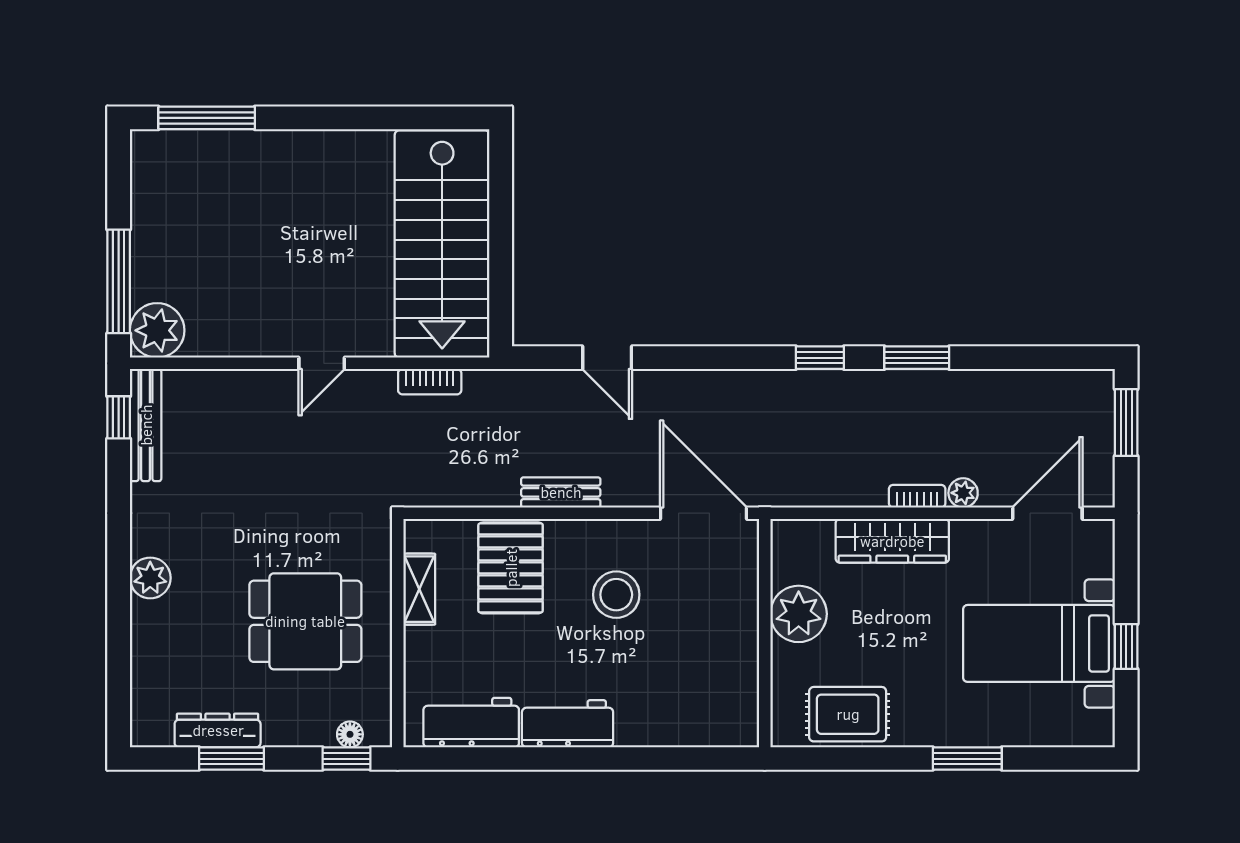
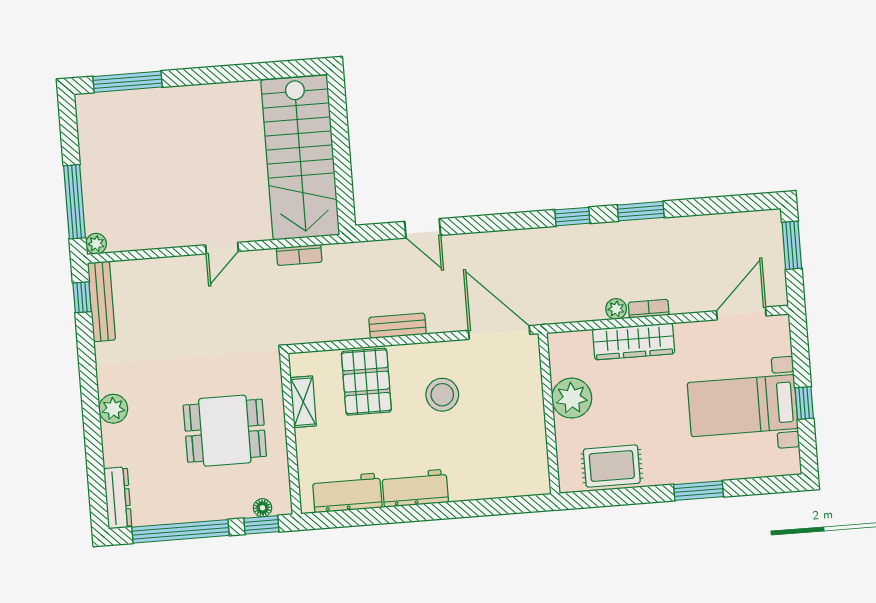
plant: (157, 330) -> (96, 244), width x0.53, depth x0.53
plant: (963, 493) -> (616, 309), moved
dresser: (218, 730) -> (118, 498), moved, turned 90
window: (232, 759) -> (180, 531), width x2.11

